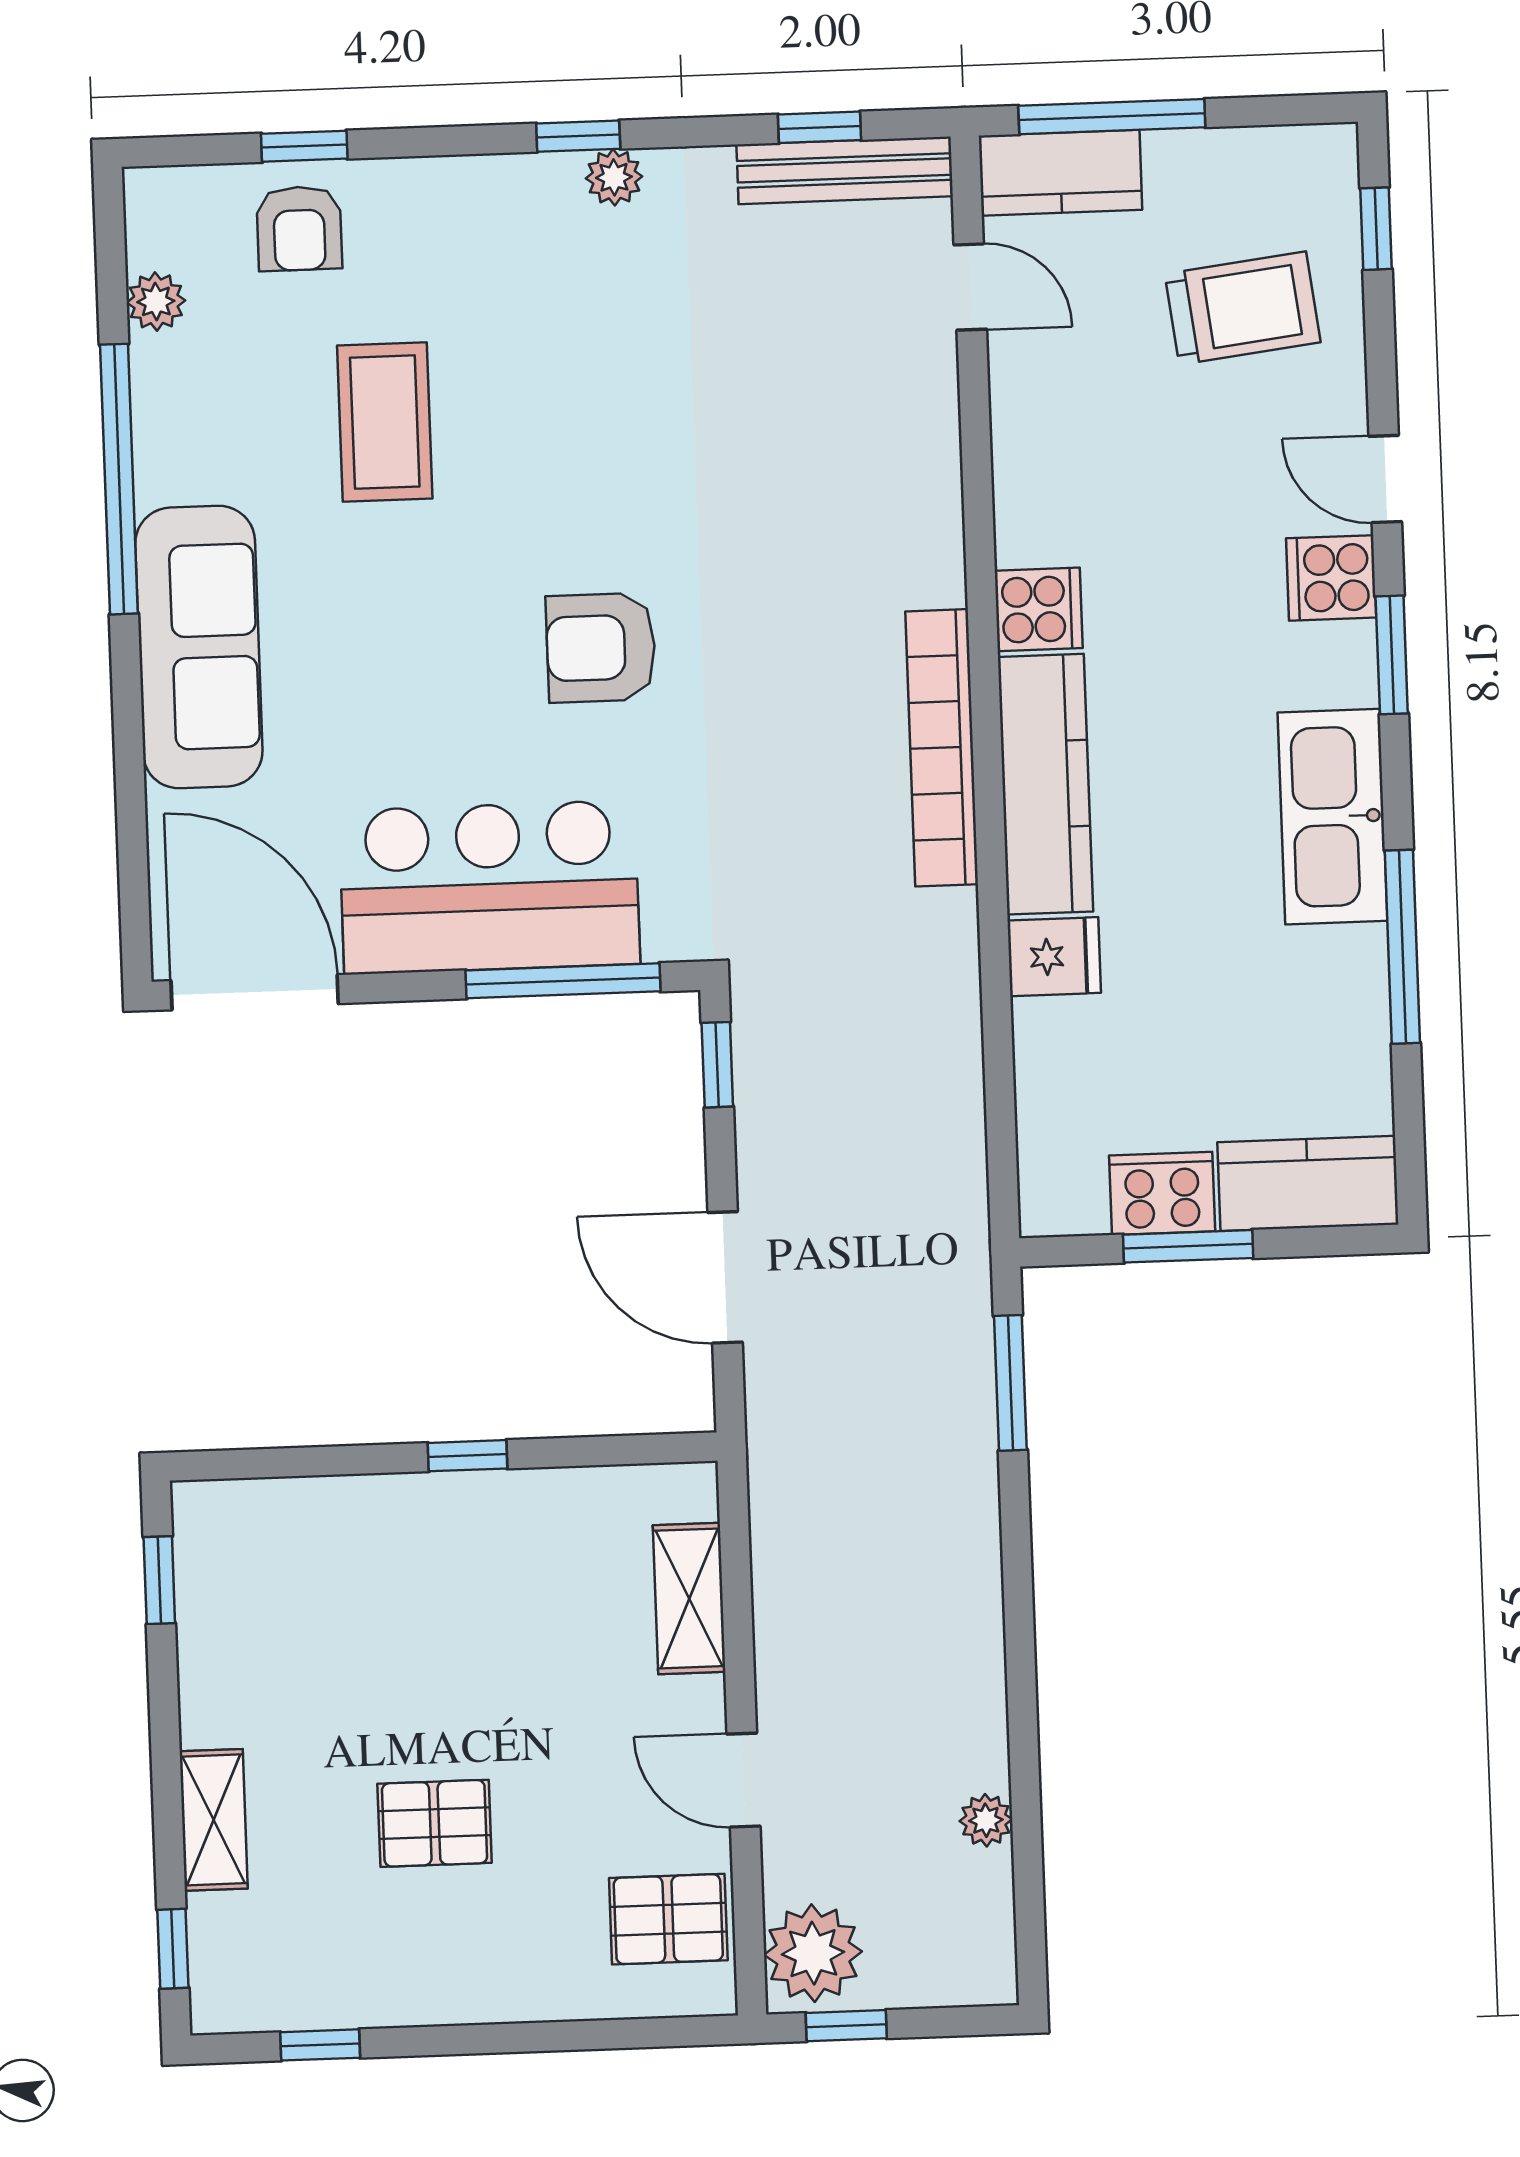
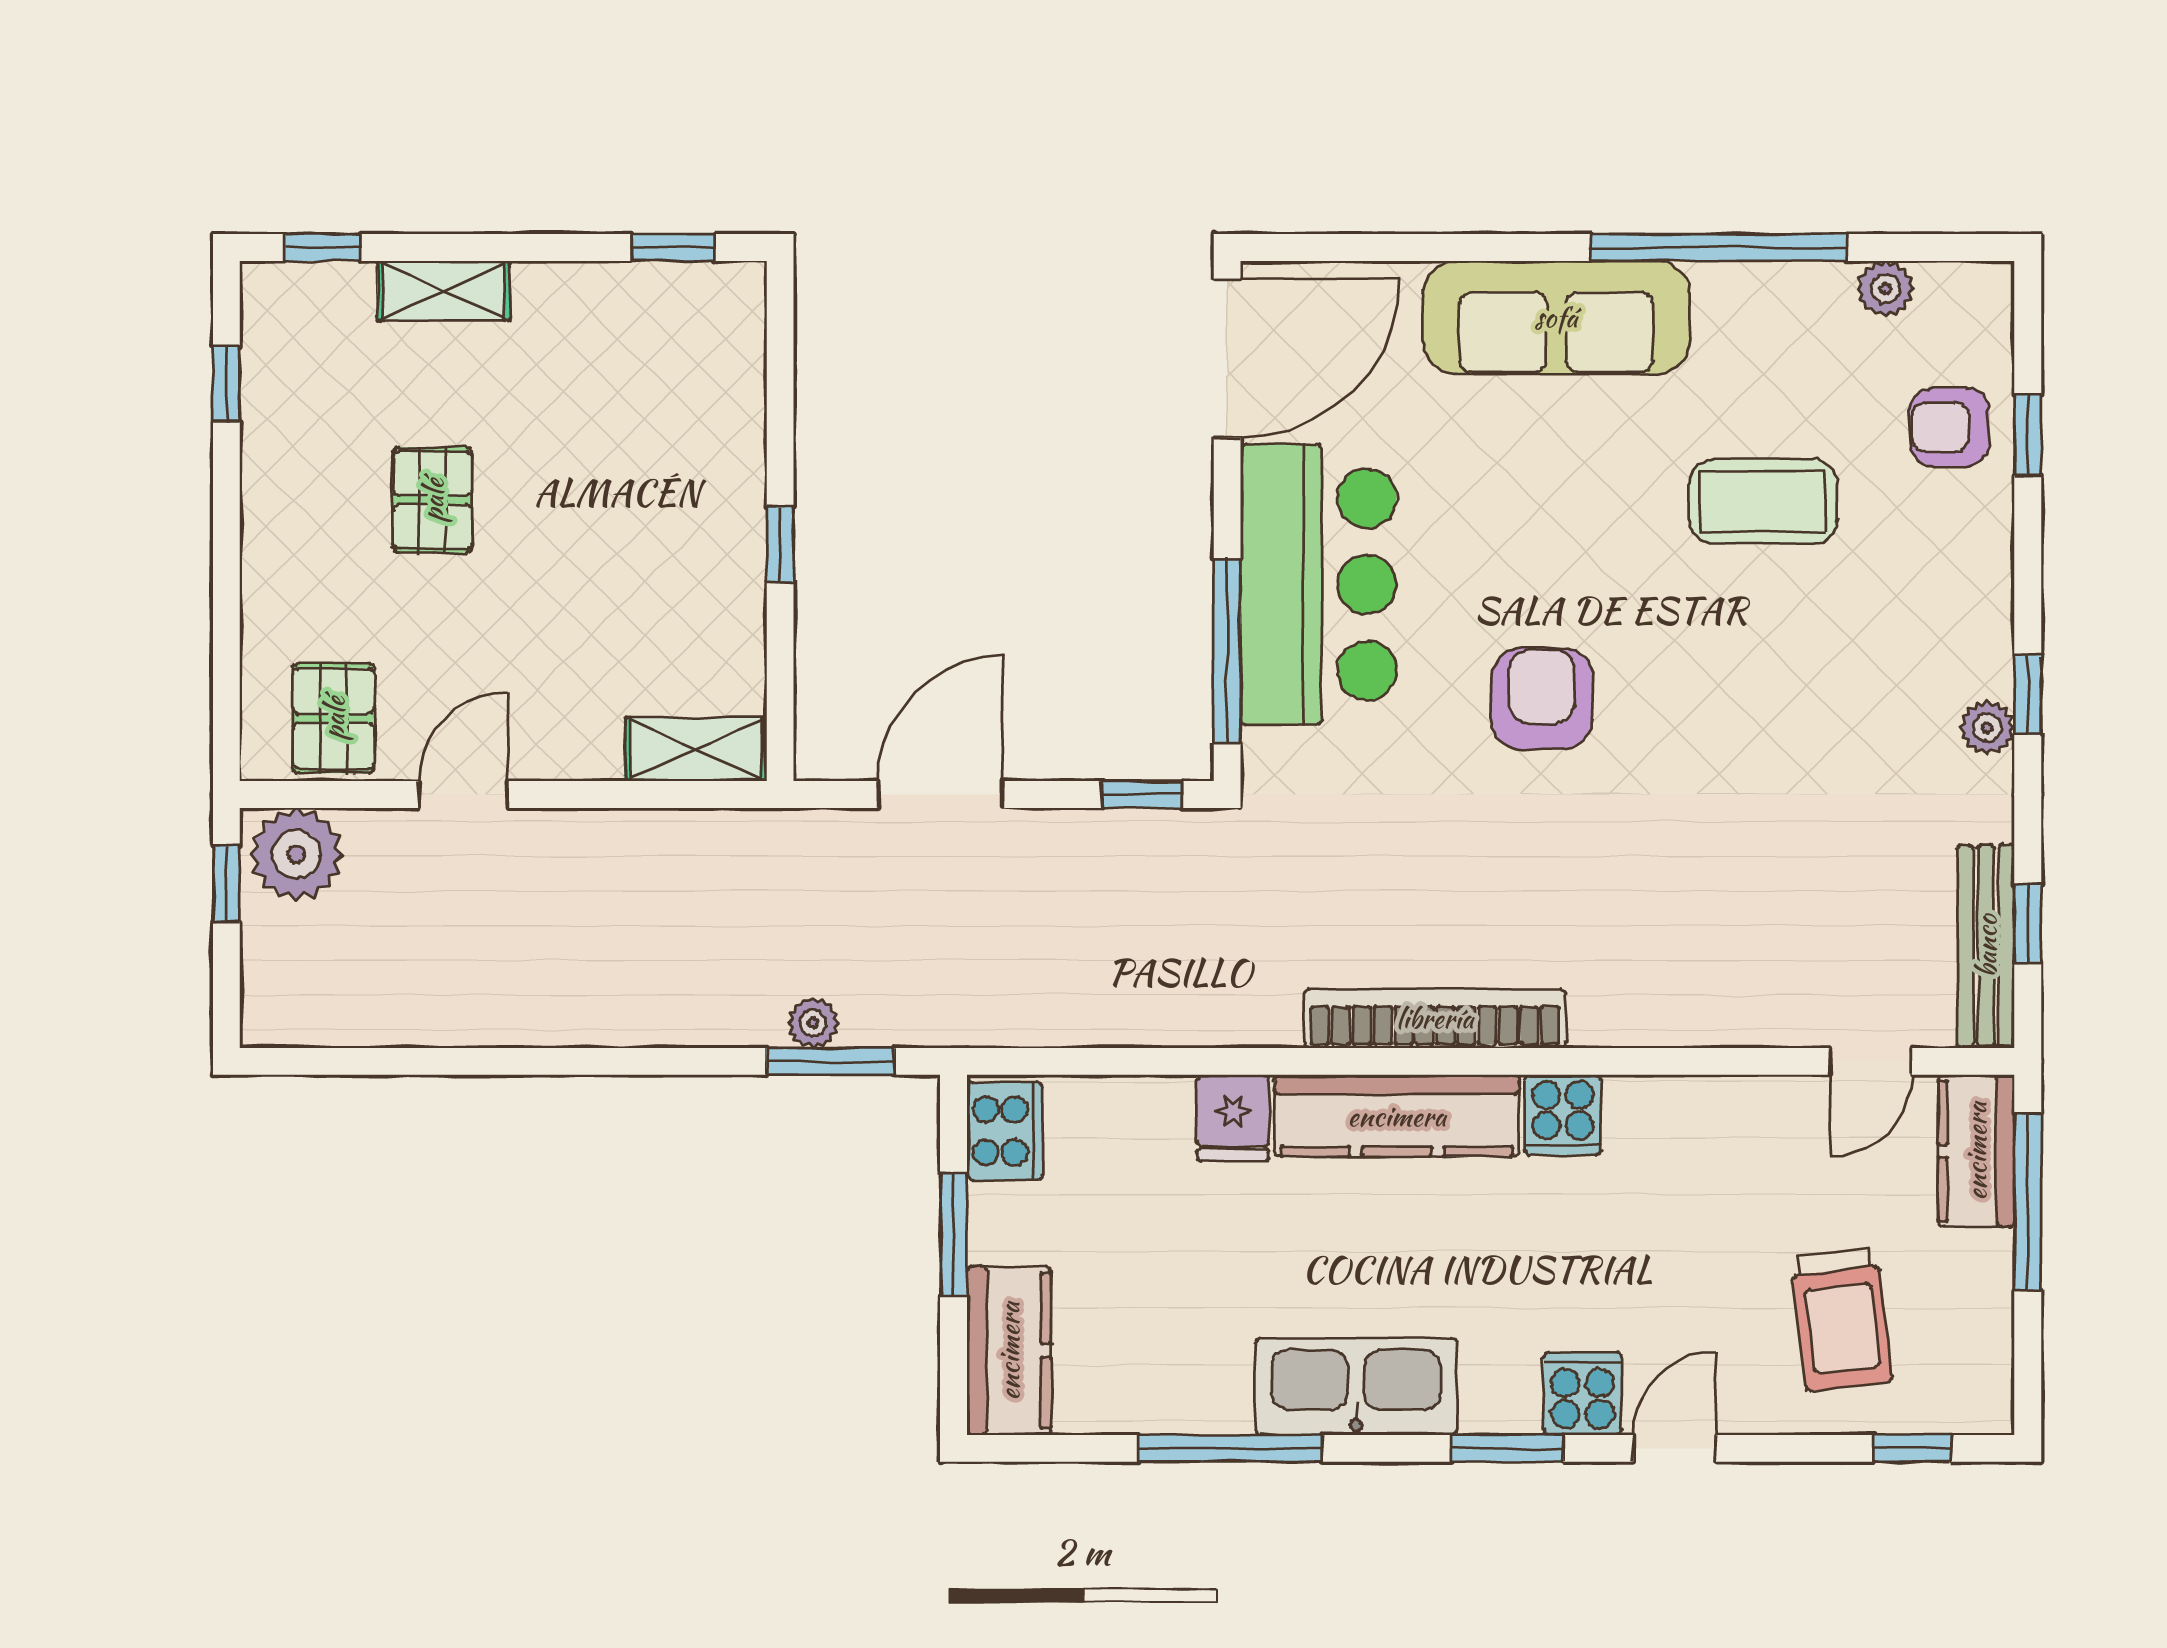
cooker: (1162, 1193) -> (1005, 1131), moved
shelving: (689, 1598) -> (696, 749), moved
plant: (986, 1820) -> (813, 1023), moved

